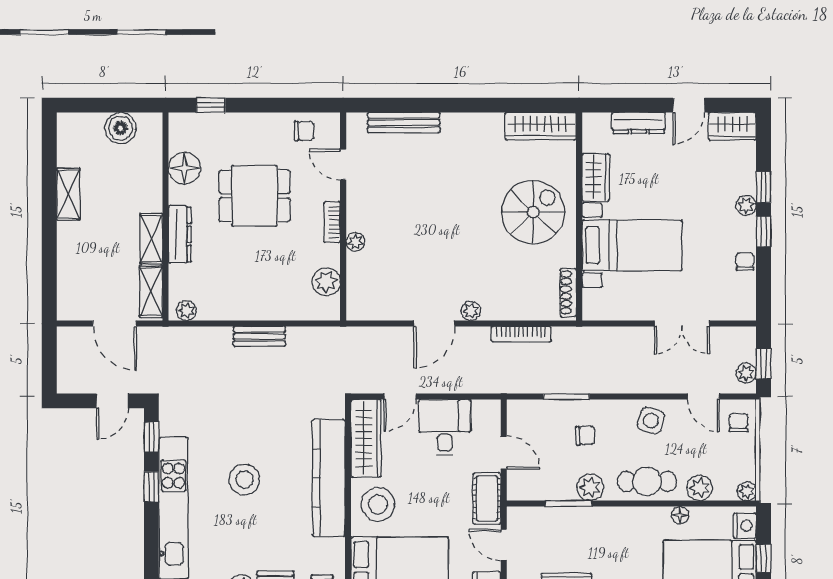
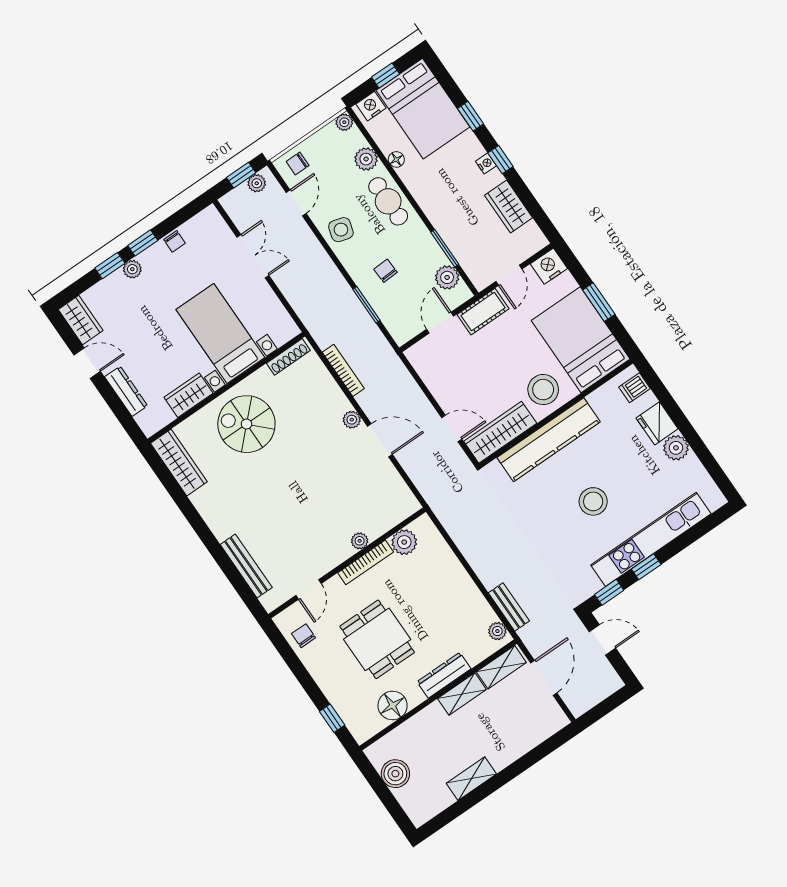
bookcase: (332, 222) -> (366, 562), width x1.56
chair: (745, 261) -> (175, 241), turned -90
bench: (259, 336) -> (509, 607), moved
desk: (445, 427) -> (452, 379), removed
plant: (590, 487) -> (447, 277), moved

